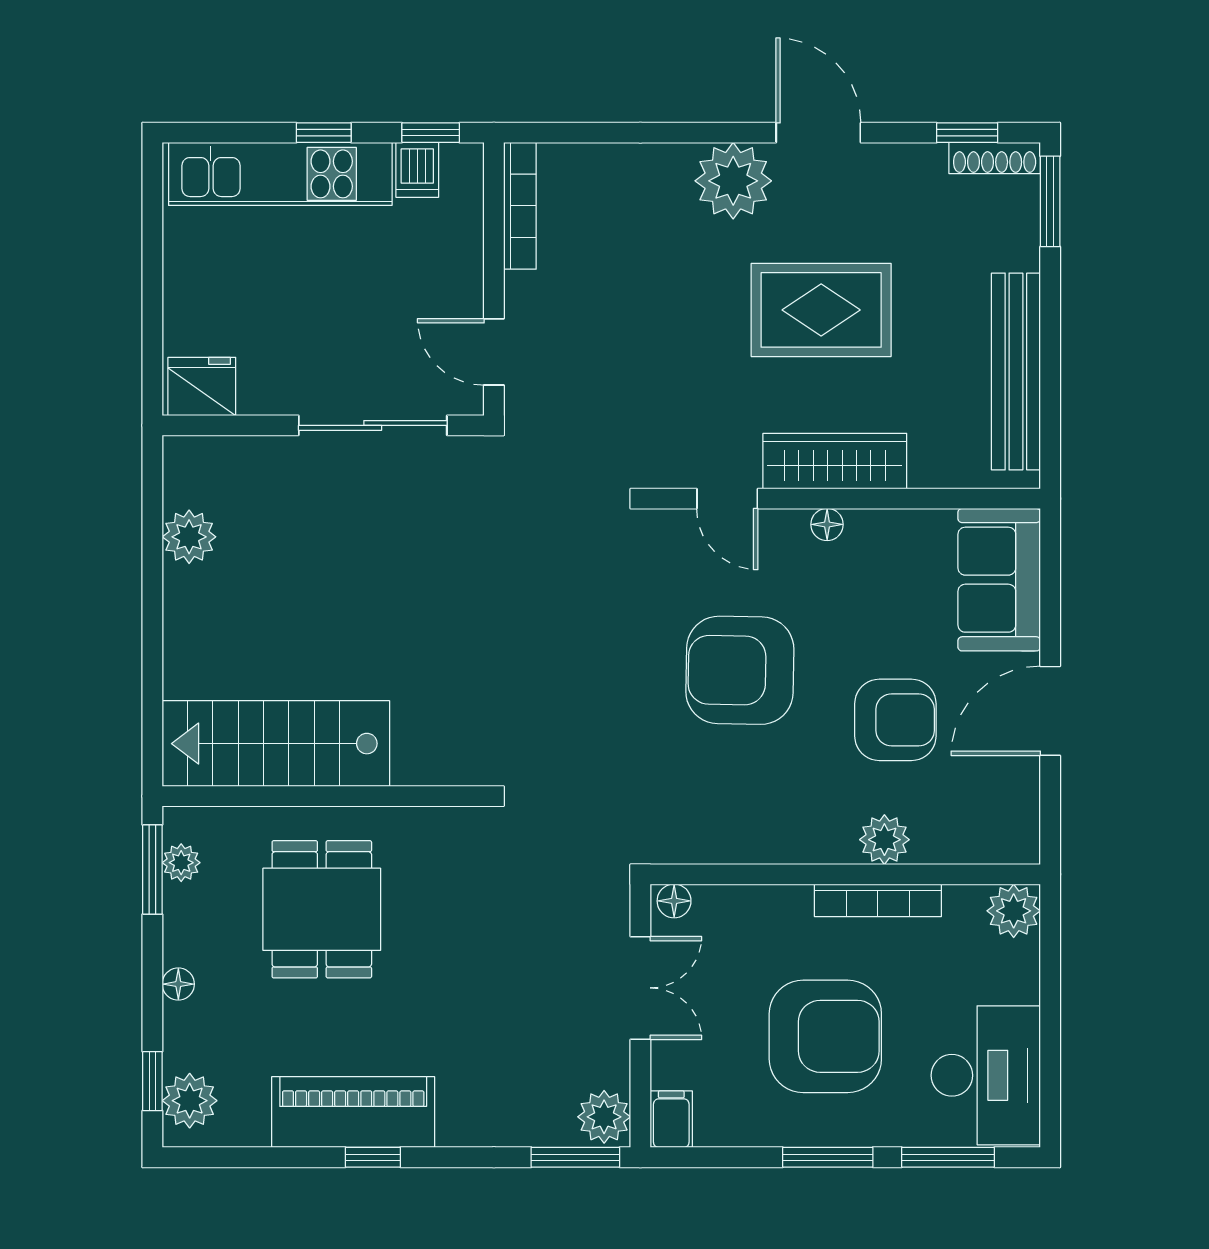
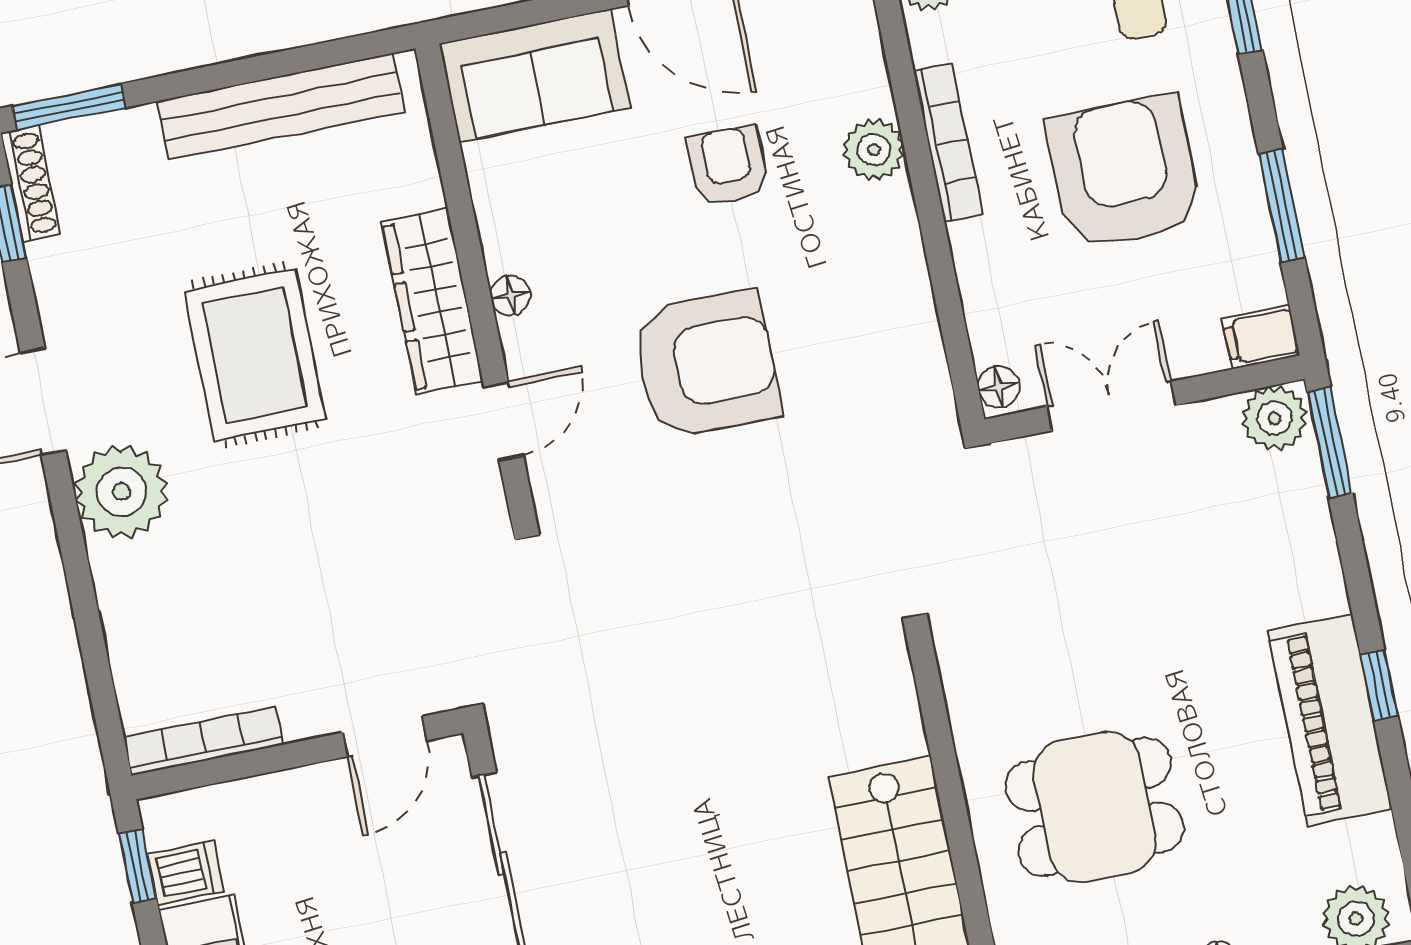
armchair: (740, 670) -> (706, 364), turned -91
armchair: (895, 720) -> (728, 166), width x0.72, depth x0.72
window: (828, 1157) -> (1282, 206), moved

